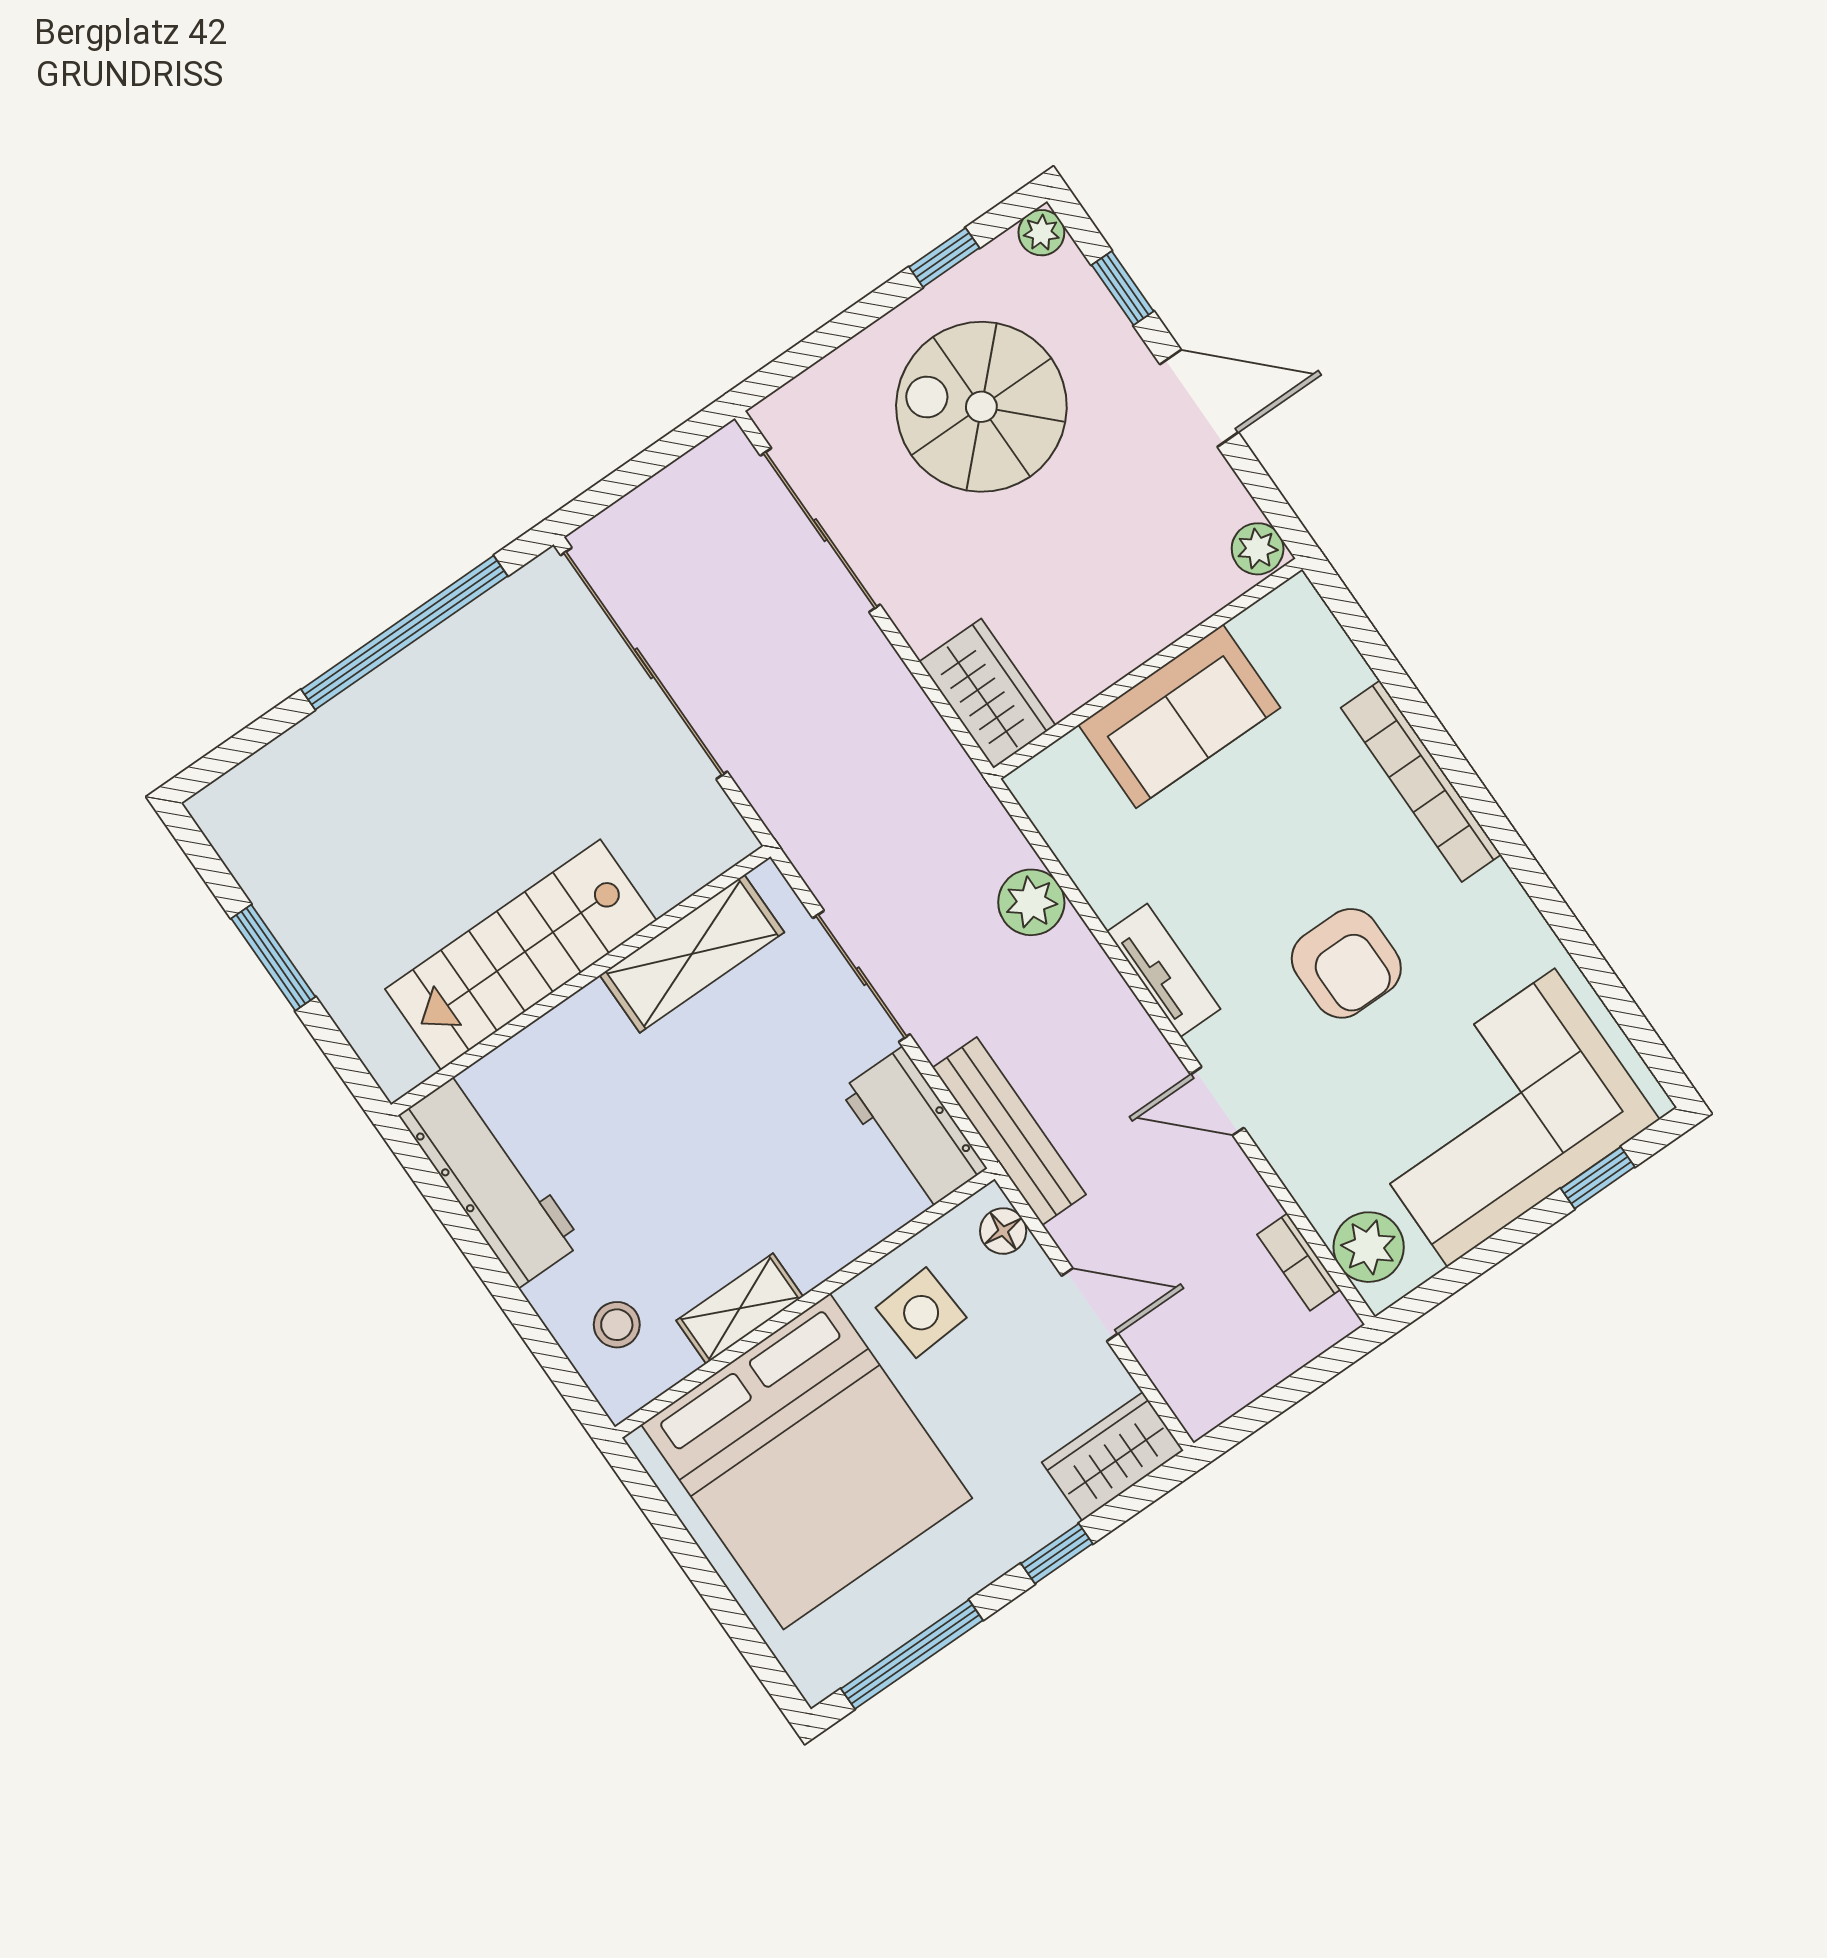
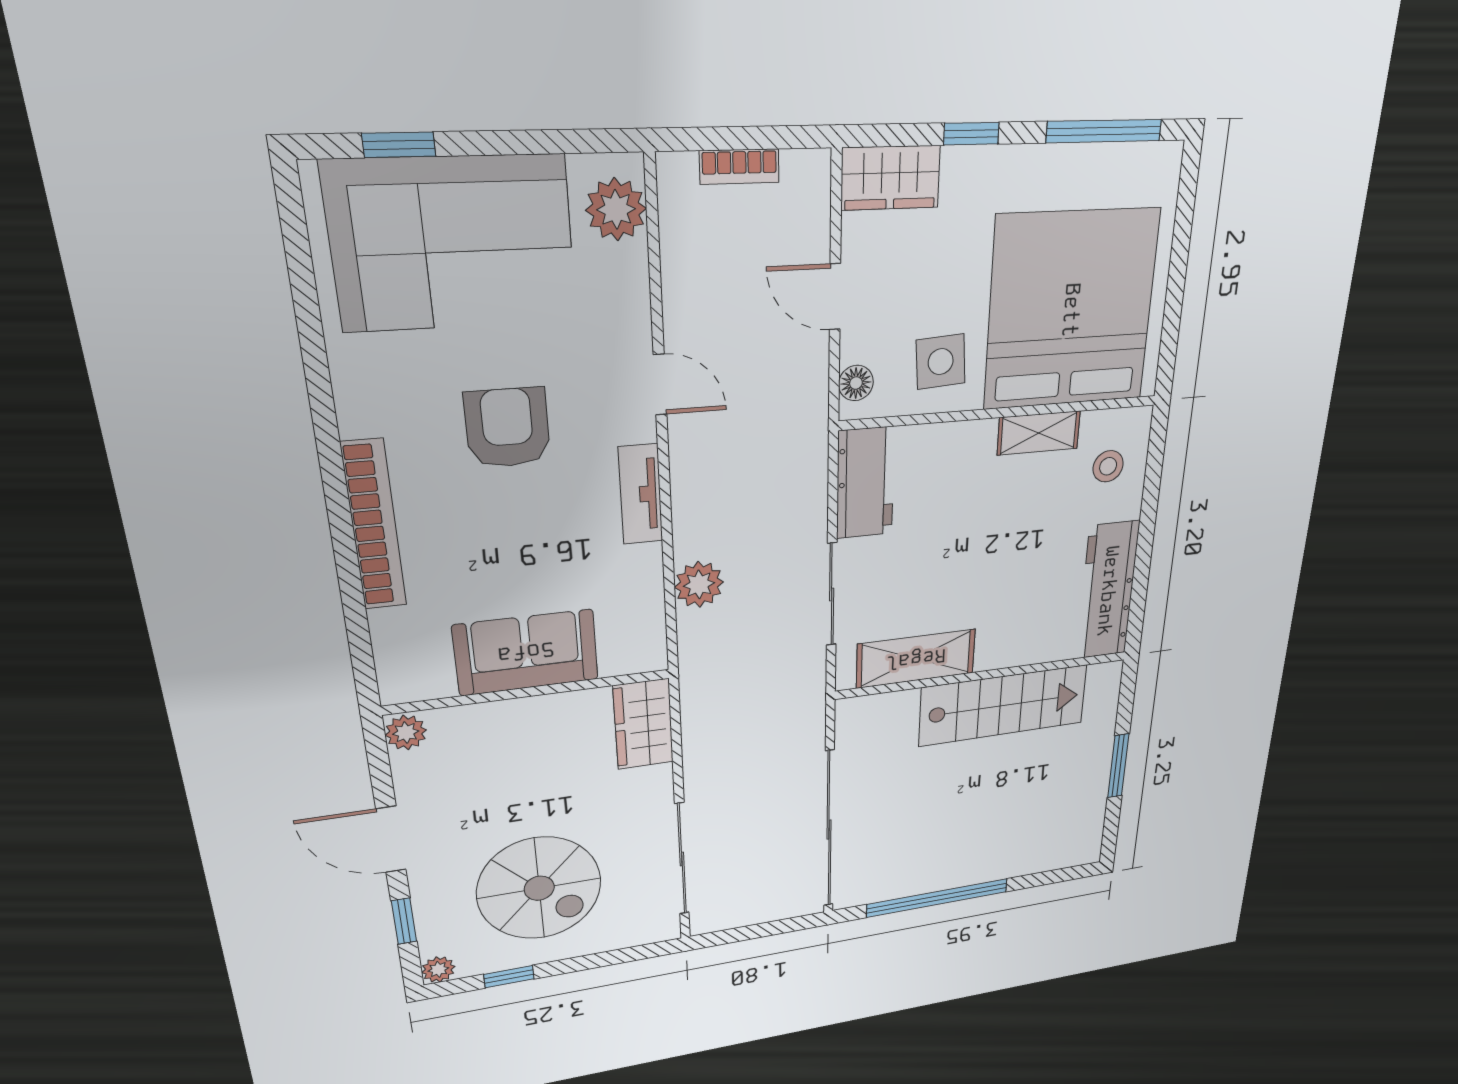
bench: (1009, 1131) -> (809, 447), removed
bookcase: (1299, 1262) -> (739, 167), moved, turned 90

